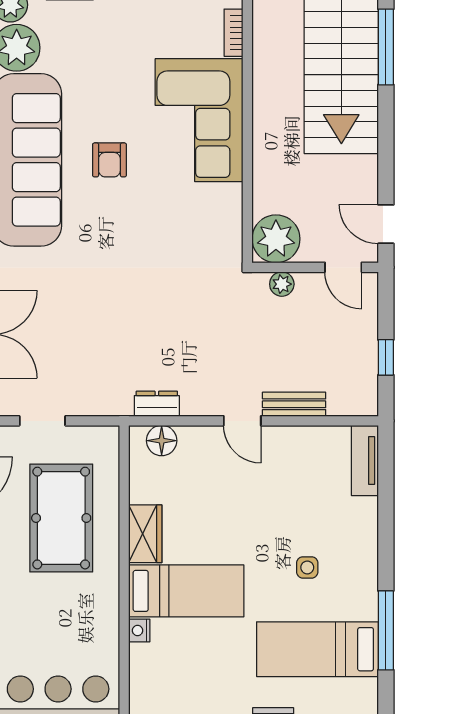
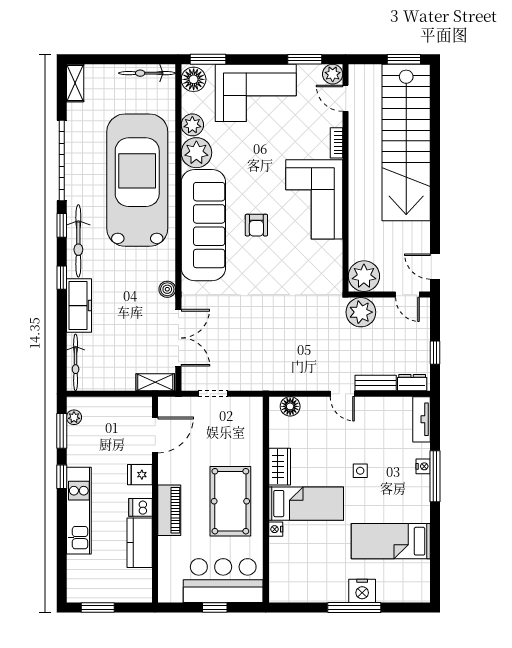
window: (386, 47) -> (435, 152), removed
plant: (282, 284) -> (361, 312), width x1.88, depth x1.88
dresser: (157, 404) -> (412, 383), moved
pool table: (61, 518) -> (230, 501), moved
nightstand: (368, 533) -> (423, 466), added
side table: (307, 567) -> (360, 471), moved
window: (386, 630) -> (435, 476), moved

